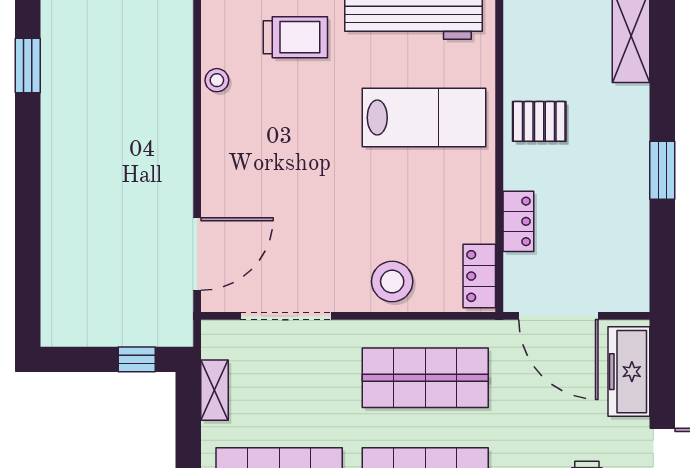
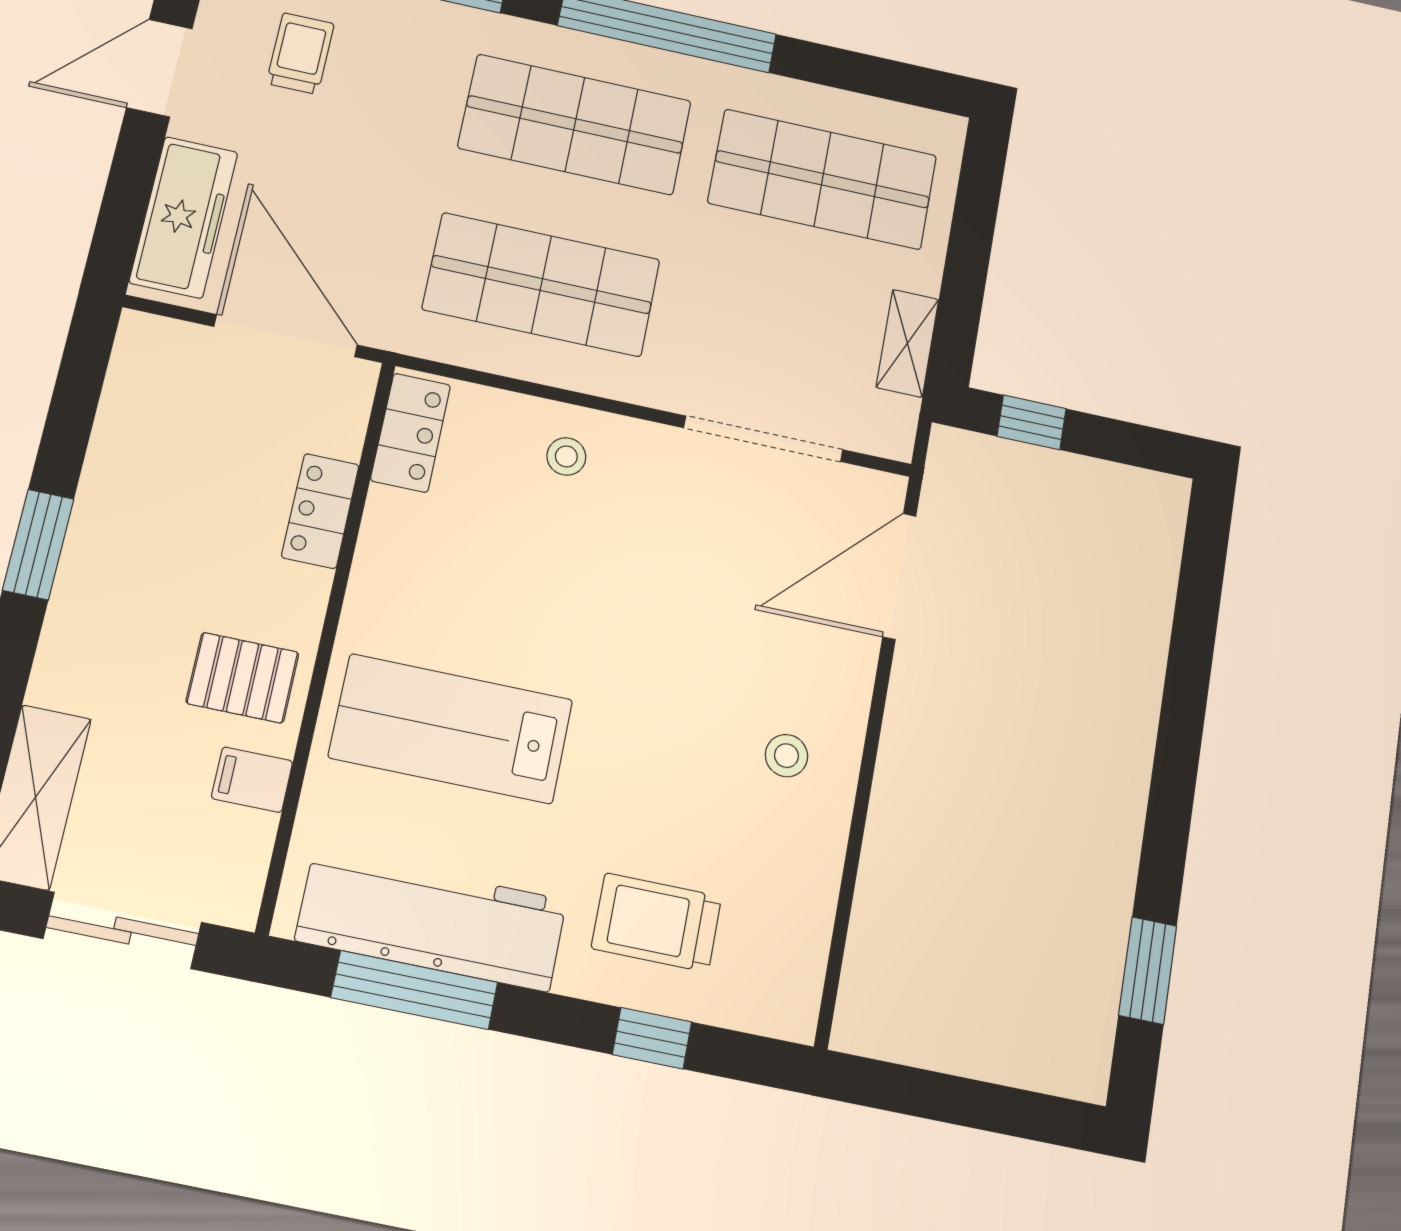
filing cabinet: (522, 68) -> (252, 780), added
stool: (217, 80) -> (786, 756), moved
stool: (392, 281) -> (566, 456), width x0.53, depth x0.53

